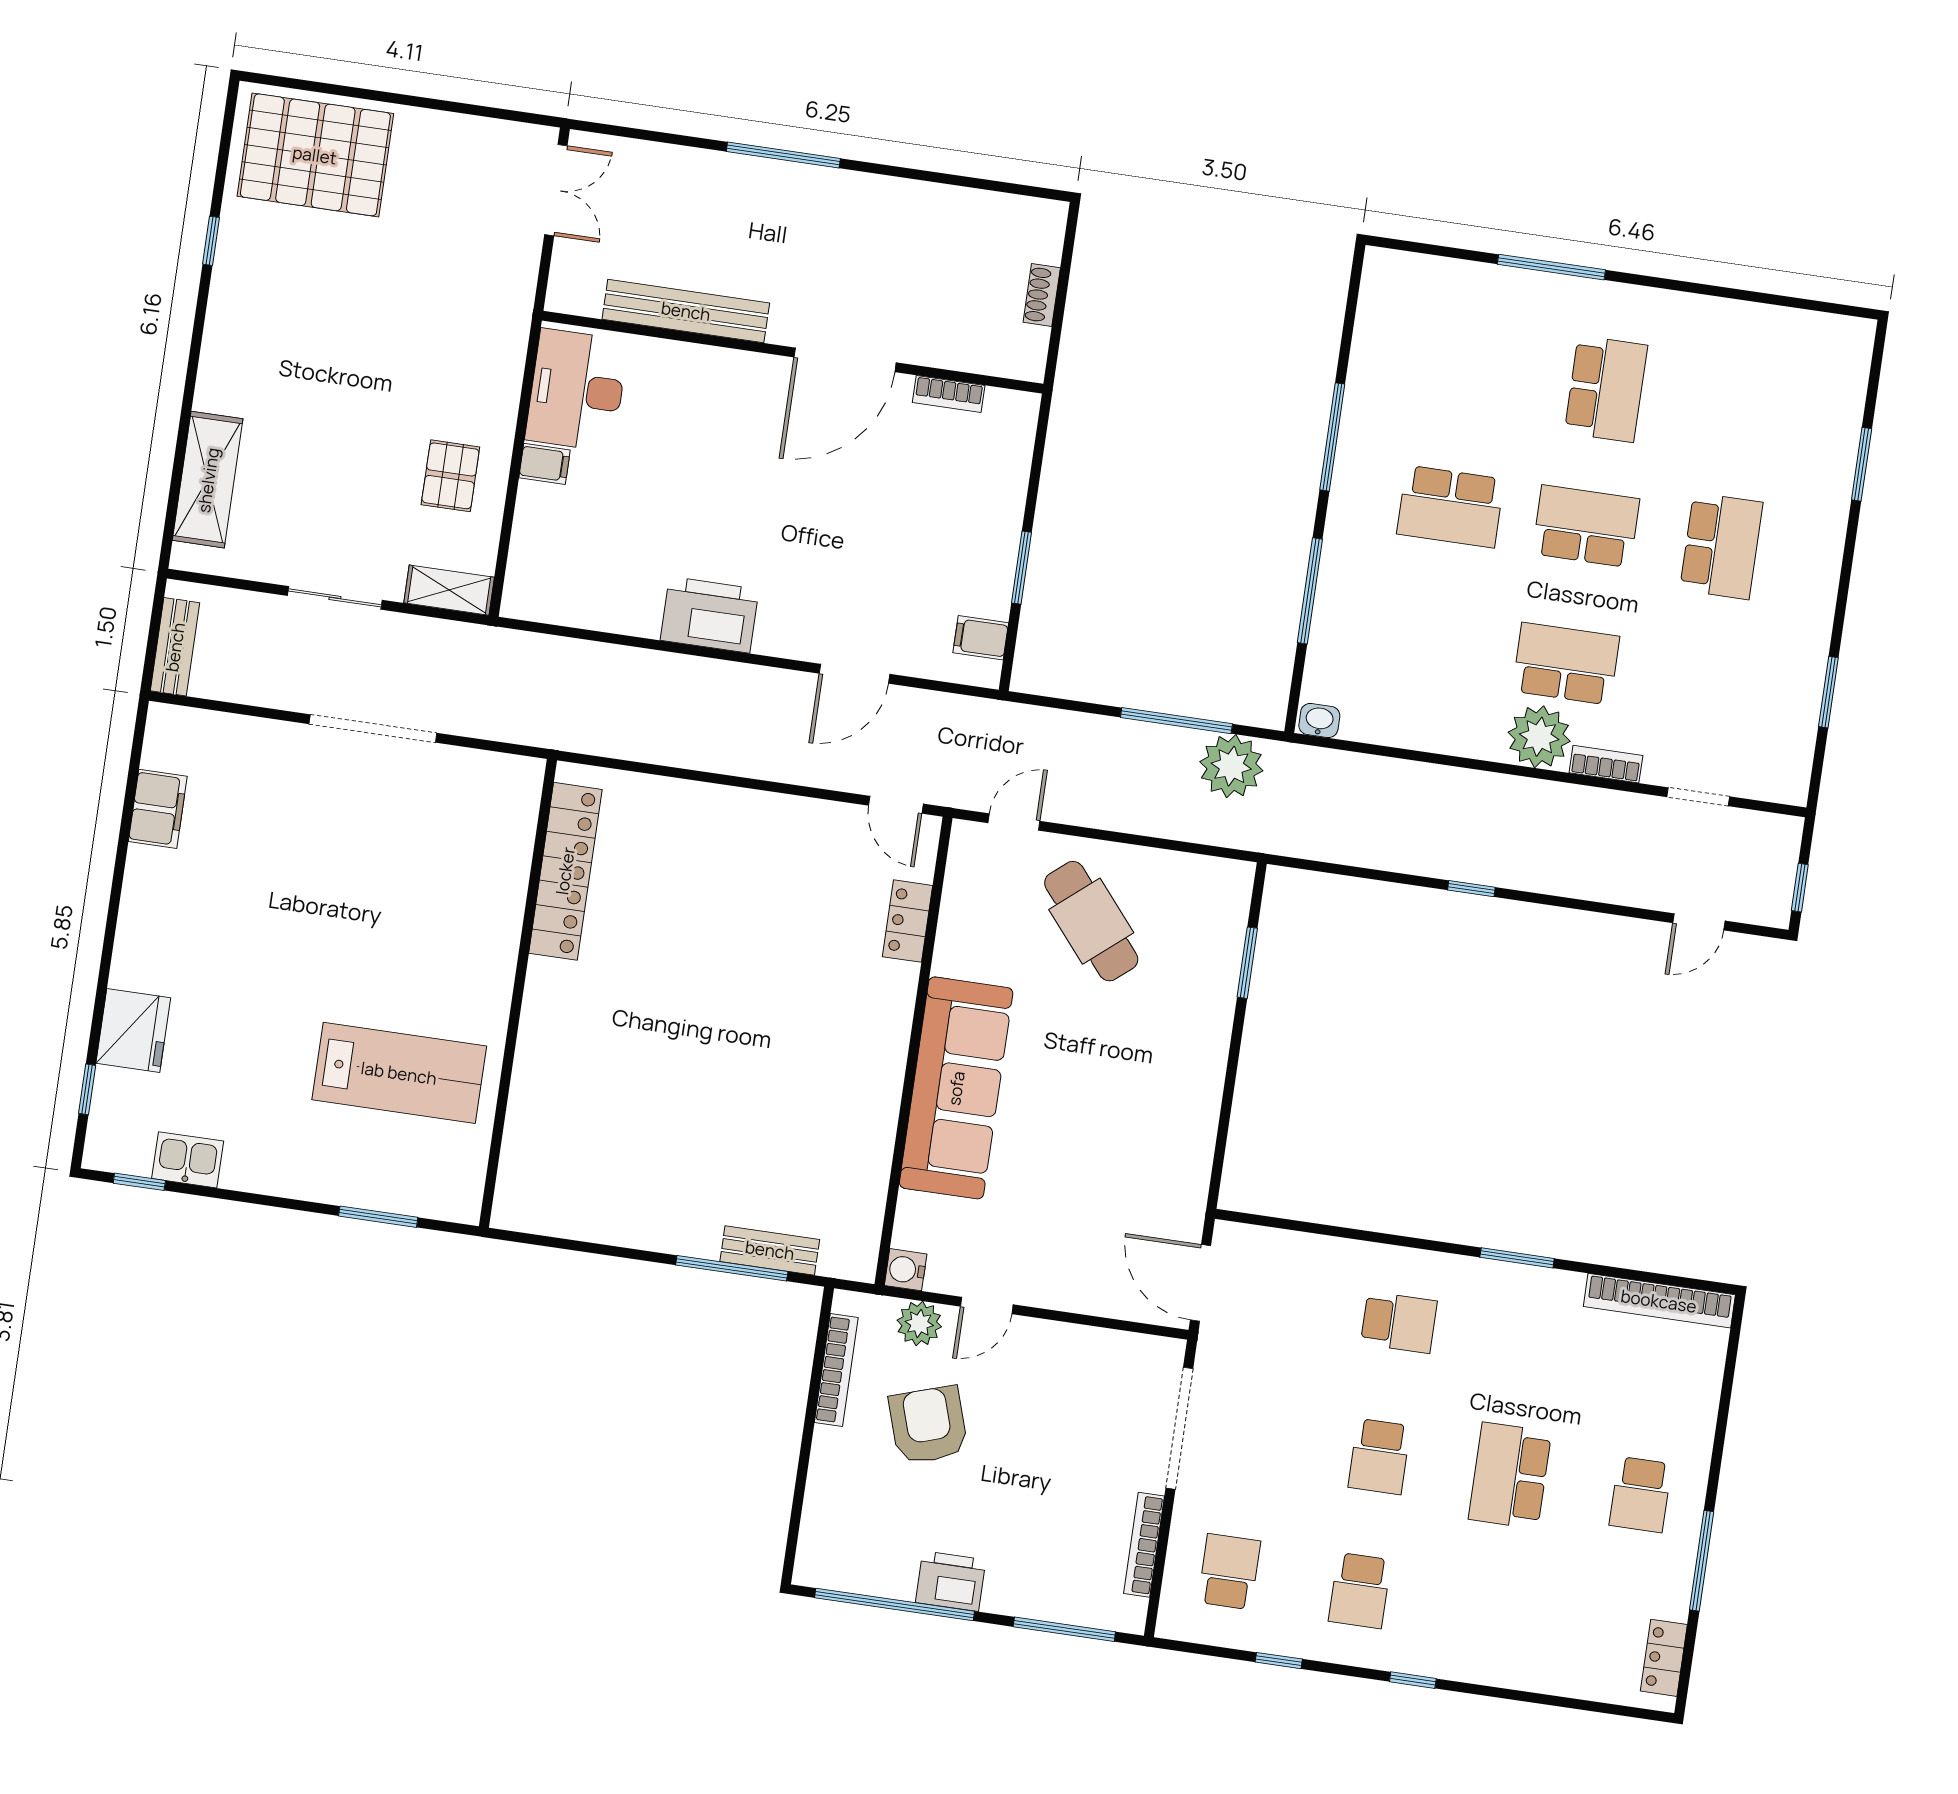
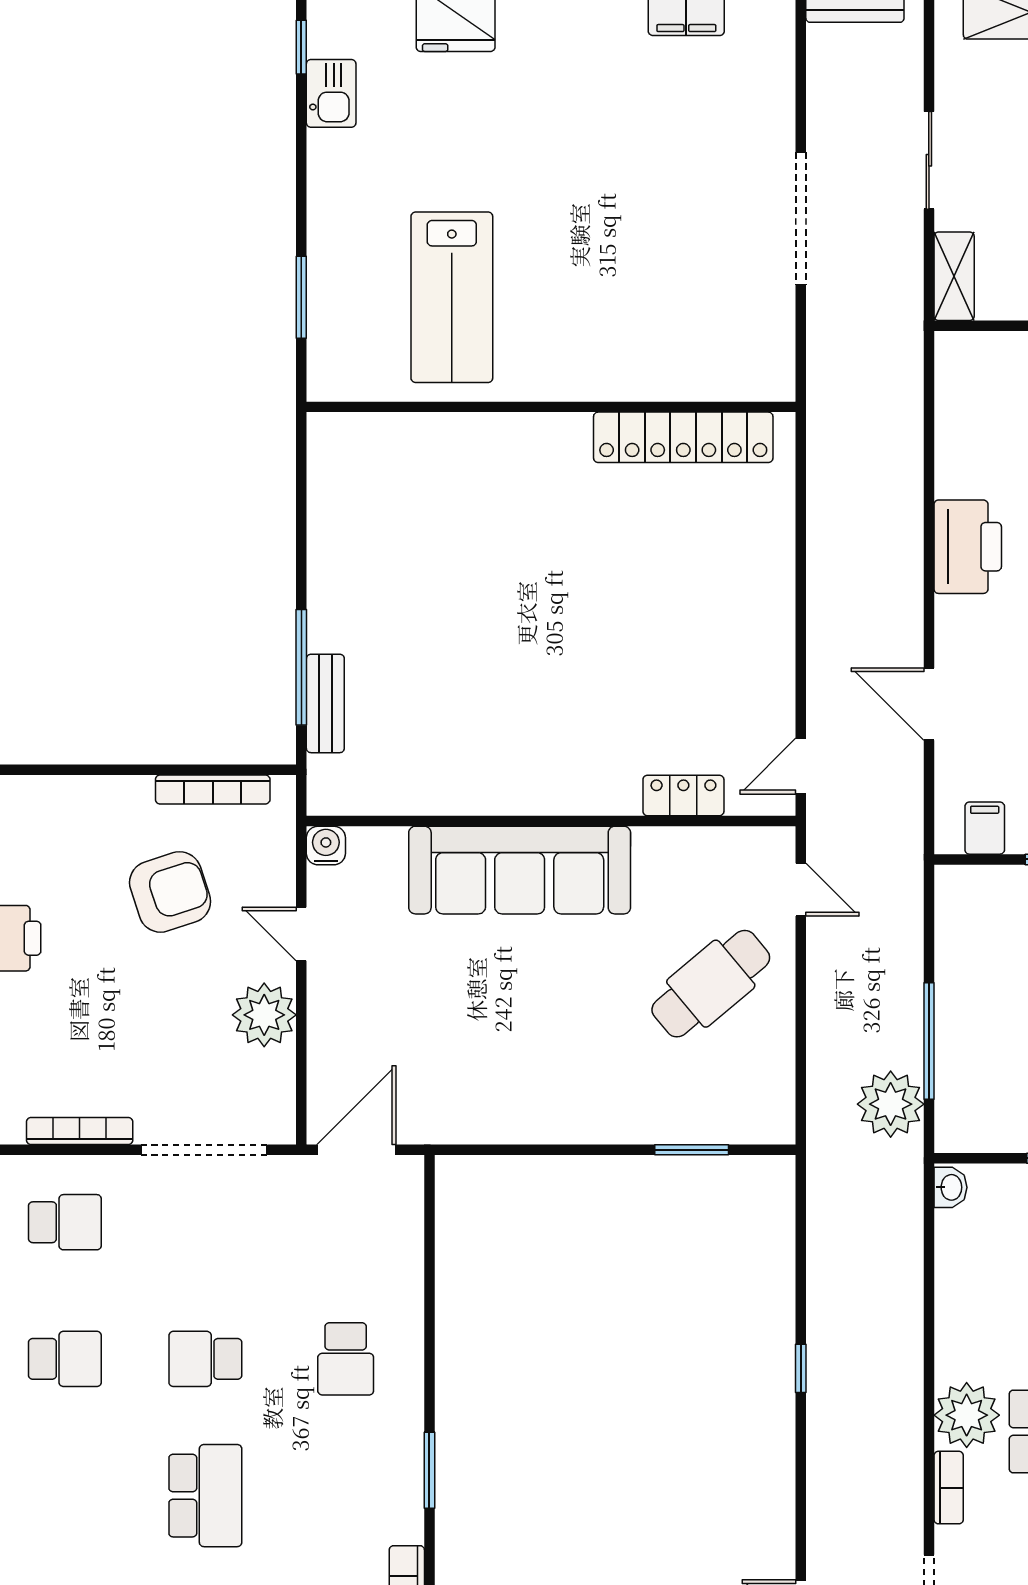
plant: (919, 1324) -> (264, 1015), moved, width x1.36, depth x1.36
school desk: (1510, 1476) -> (205, 1496), turned 90
school desk: (1360, 1591) -> (65, 1359), turned 180

